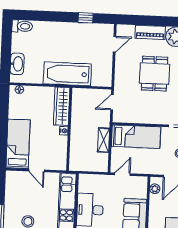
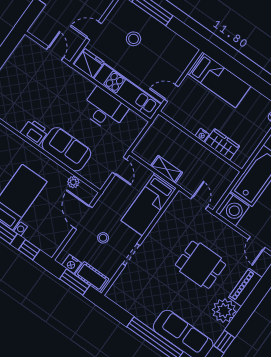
washing machine: (102, 76) -> (232, 209), added
wardrobe: (62, 106) -> (222, 144), width x0.67
door: (36, 170) -> (171, 93), moved
plant: (155, 189) -> (73, 182), moved

